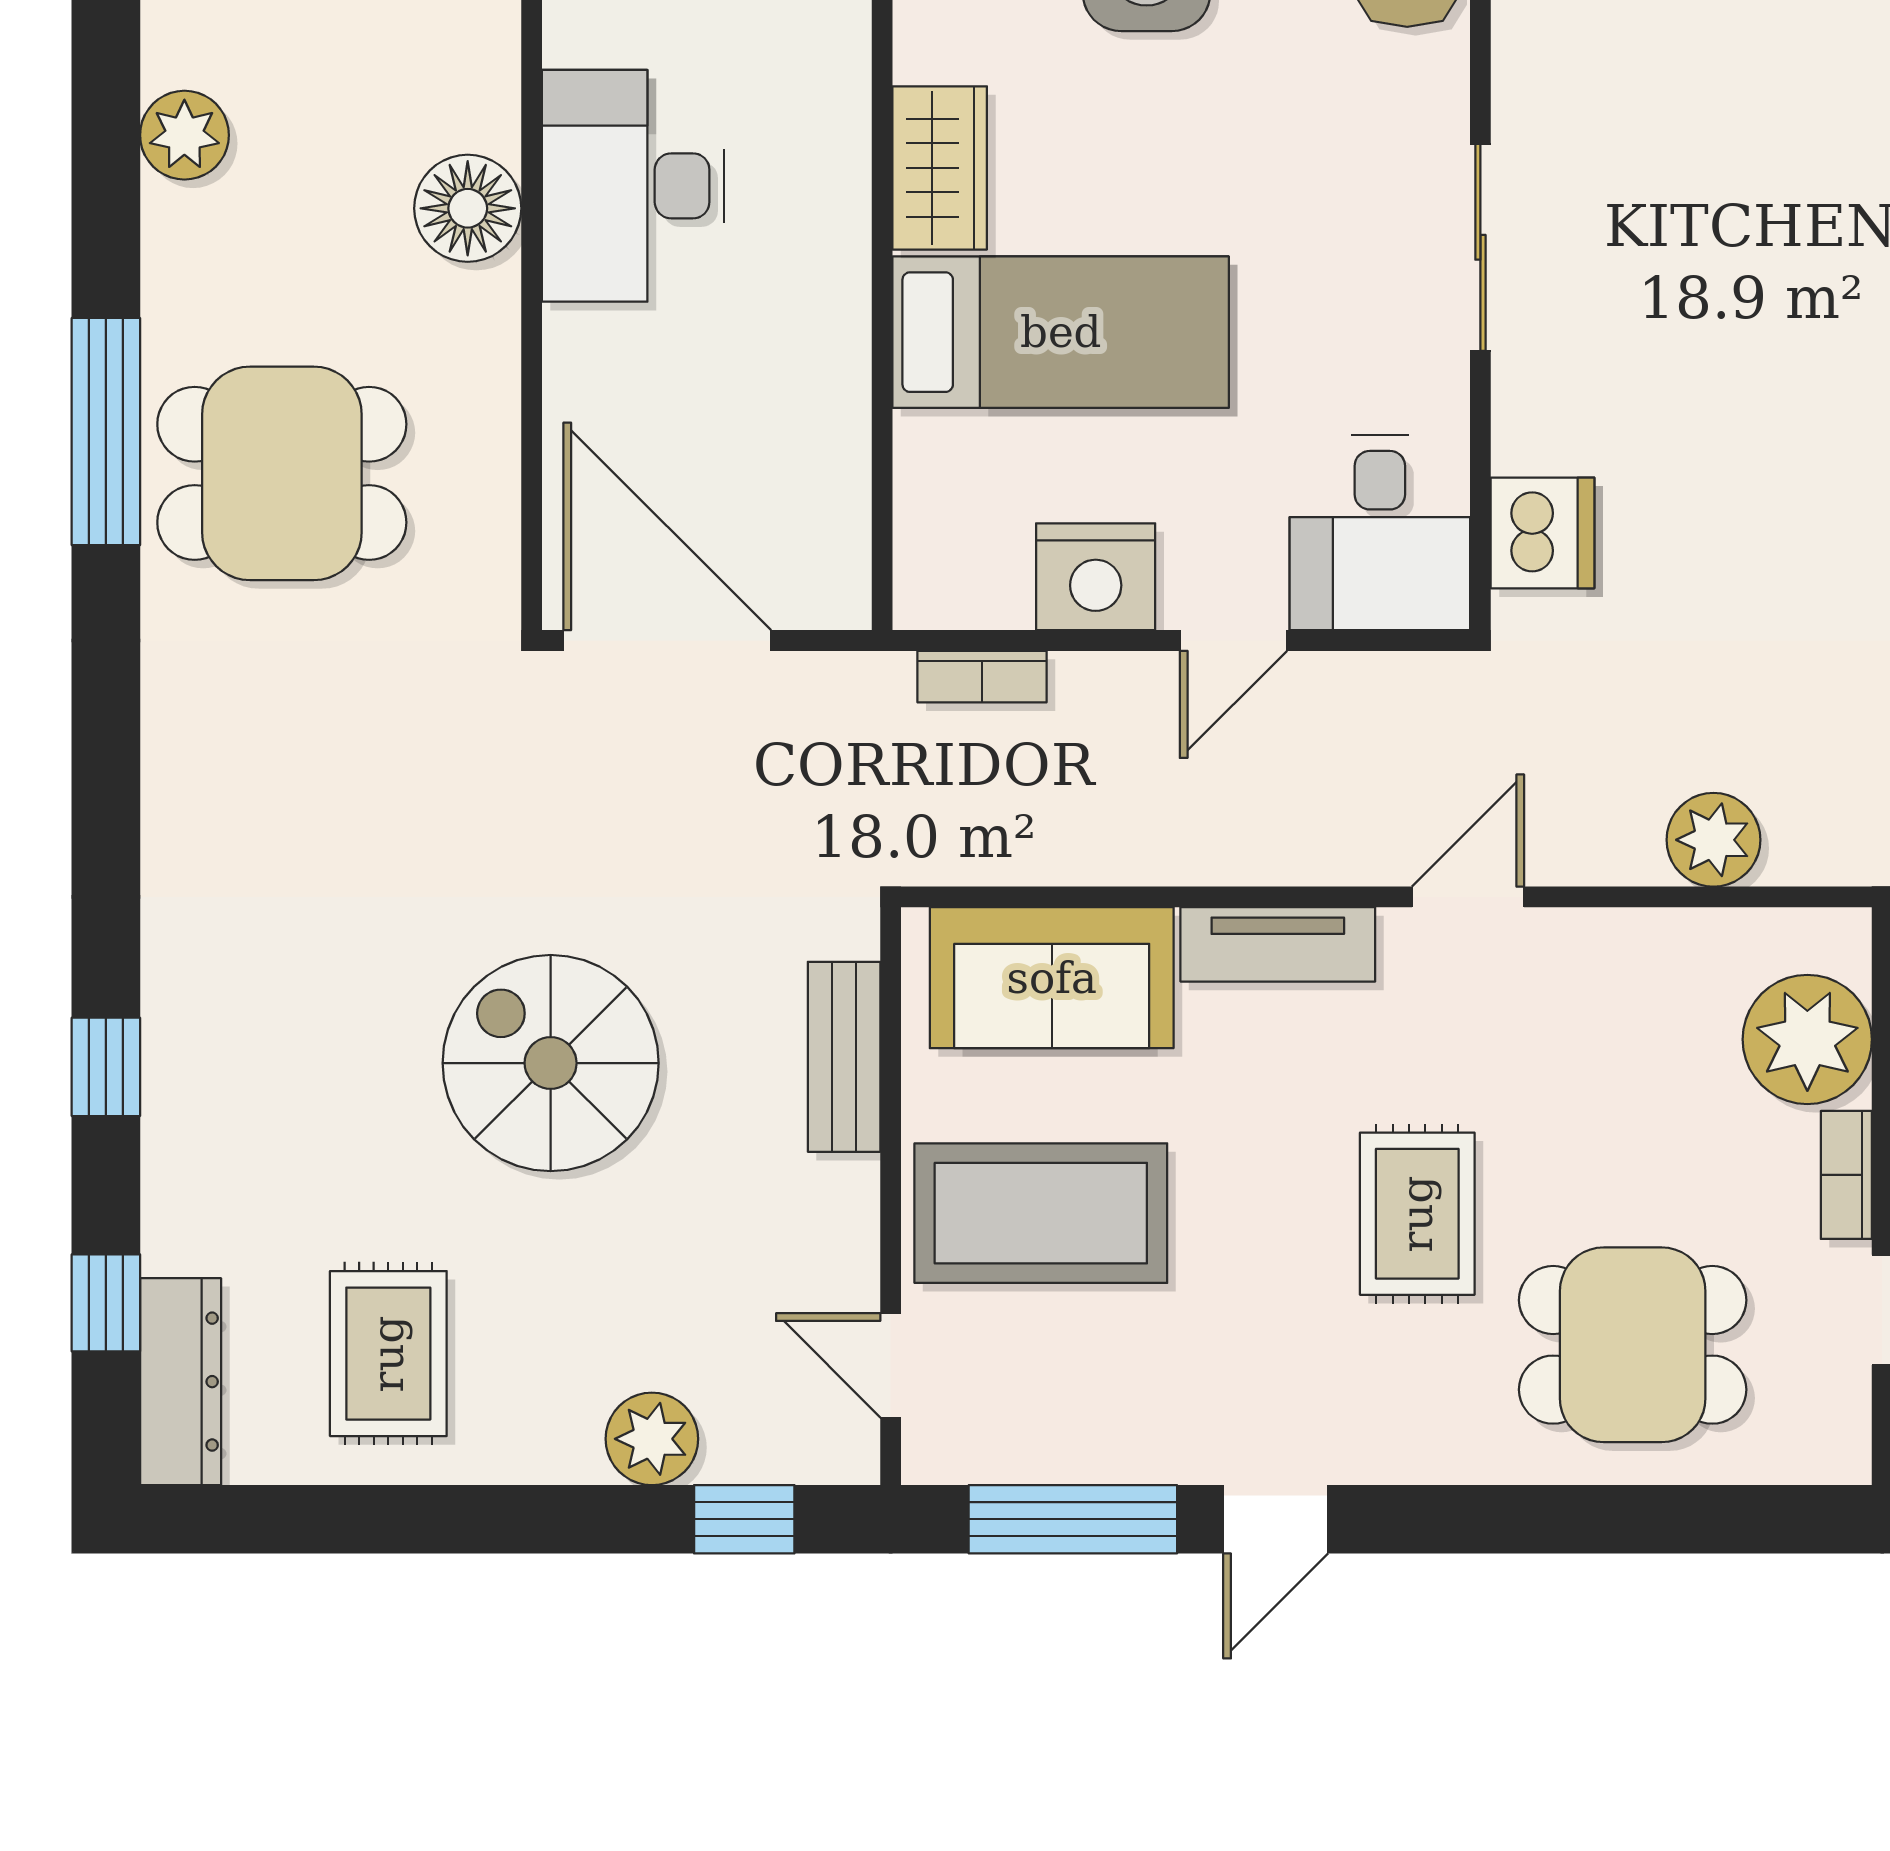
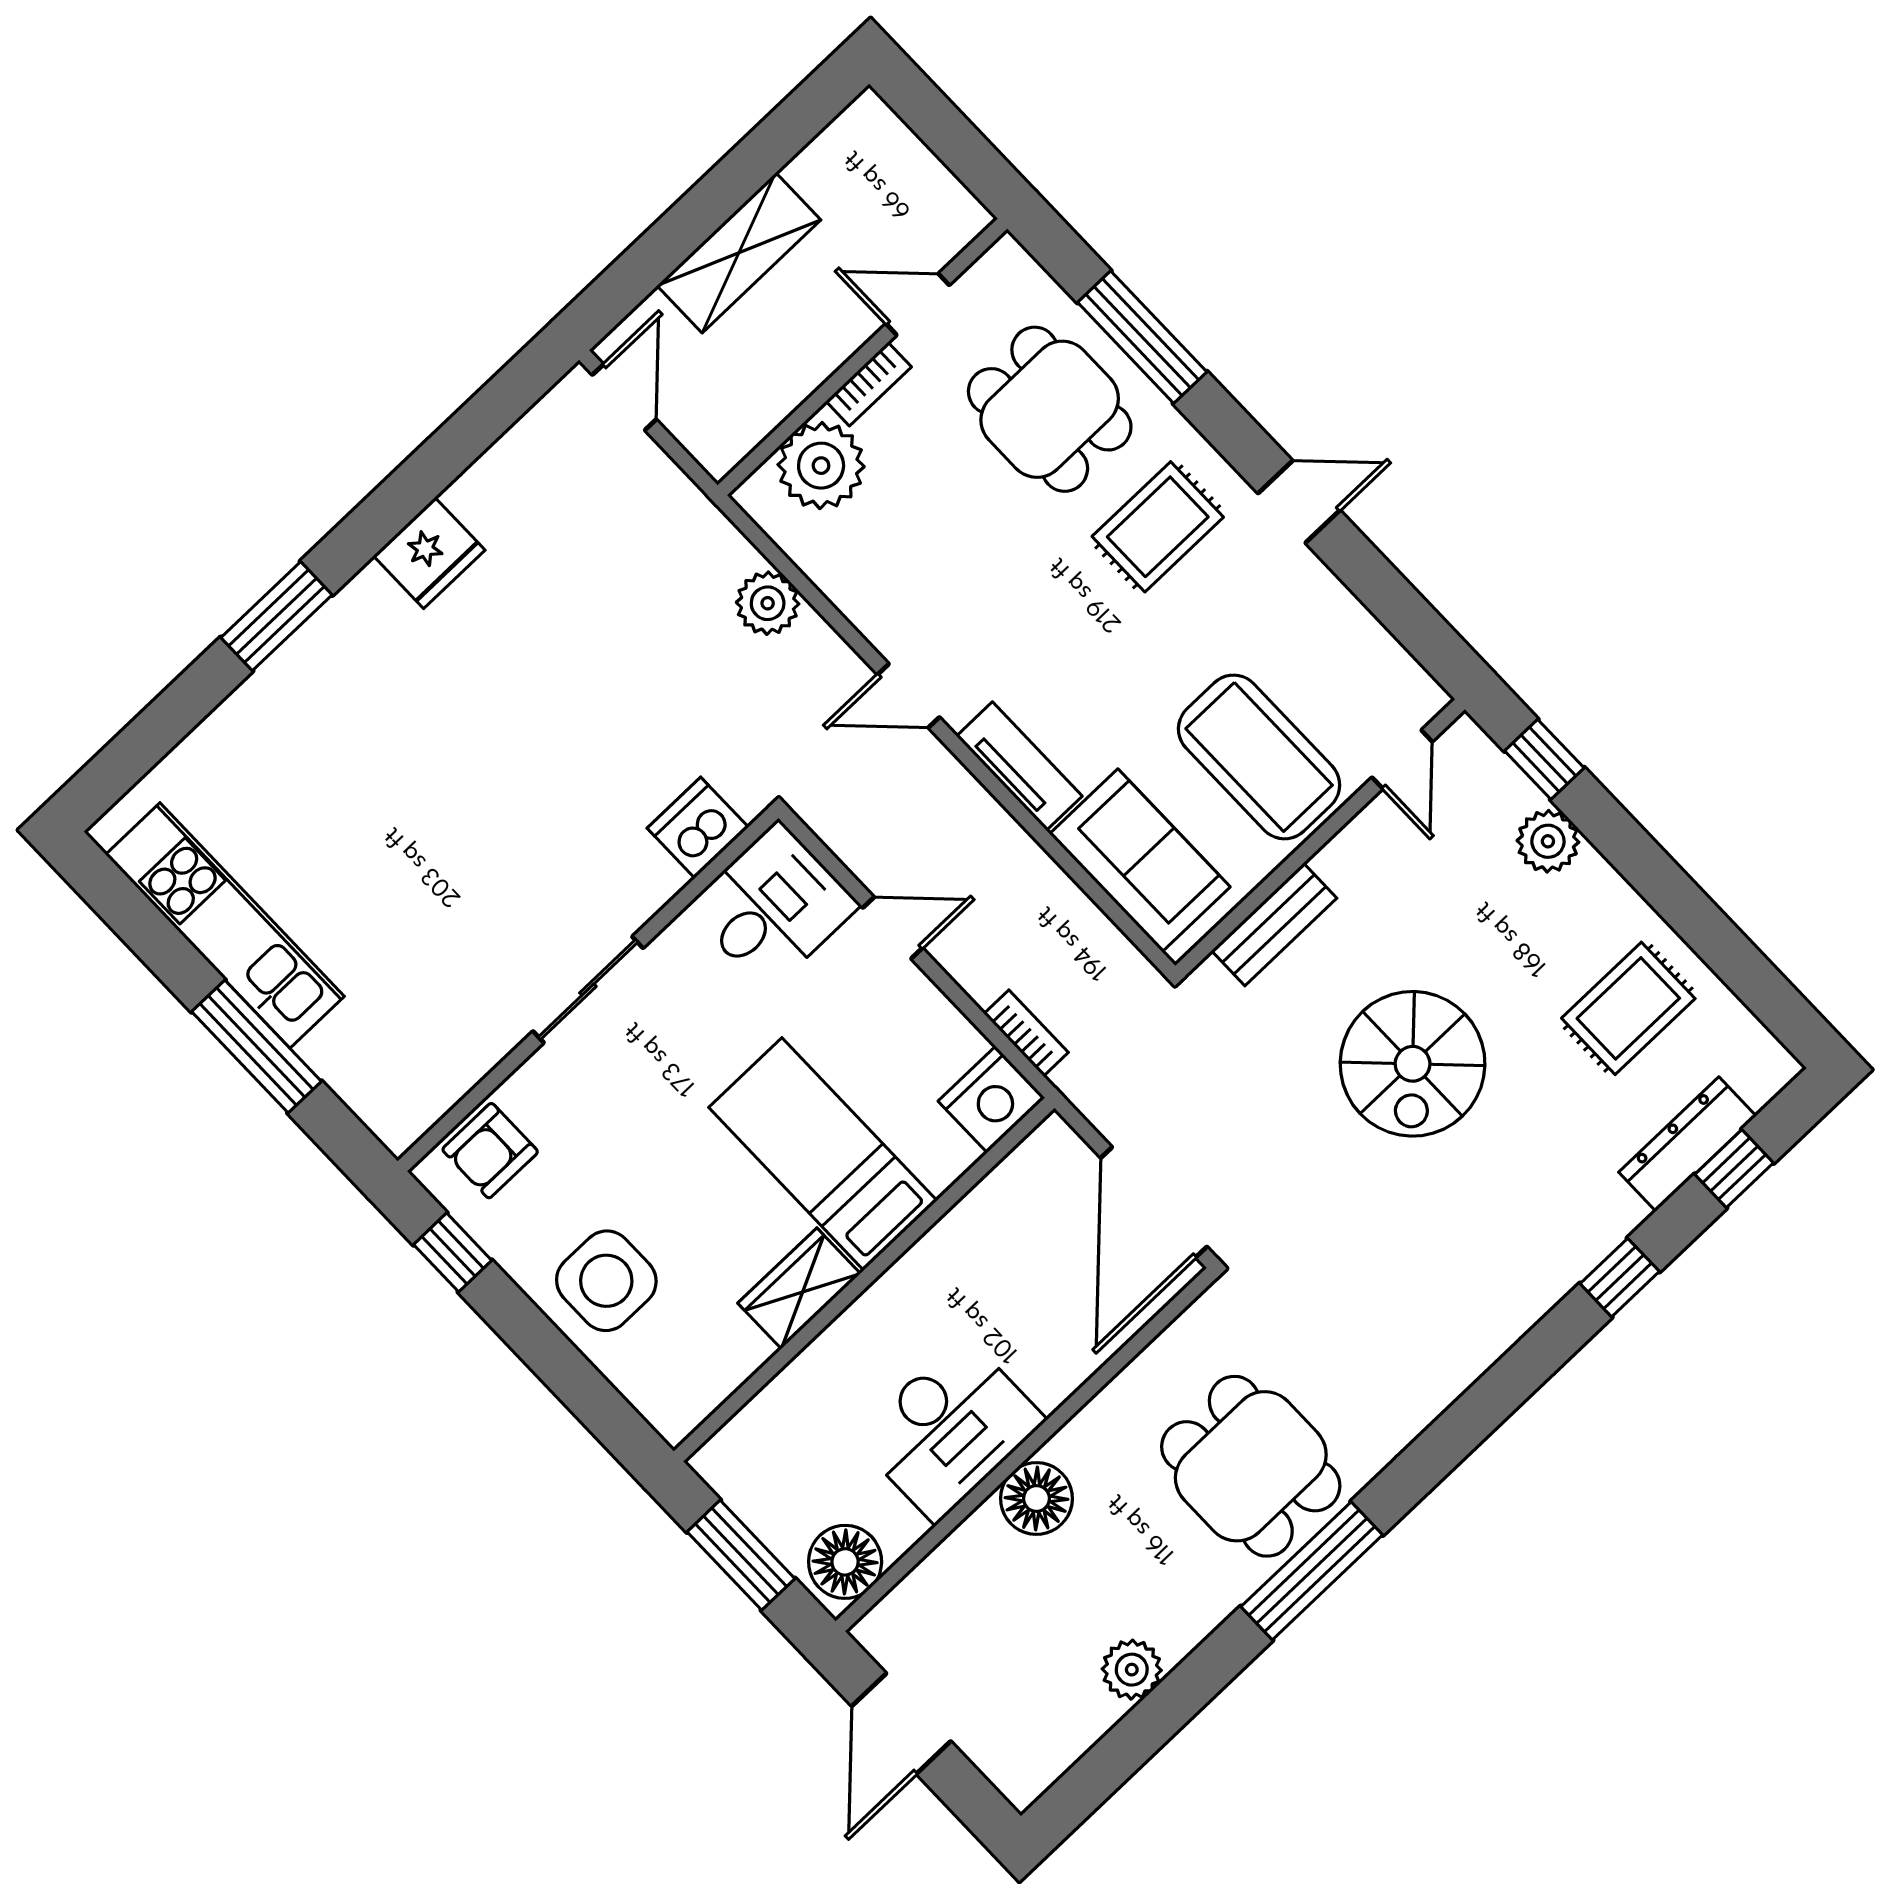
nightstand: (1096, 577) -> (991, 1100), moved, turned 90
rug: (1417, 1214) -> (1158, 527), moved
dresser: (181, 1382) -> (1687, 1144), moved
window: (1073, 1519) -> (1142, 337), moved

